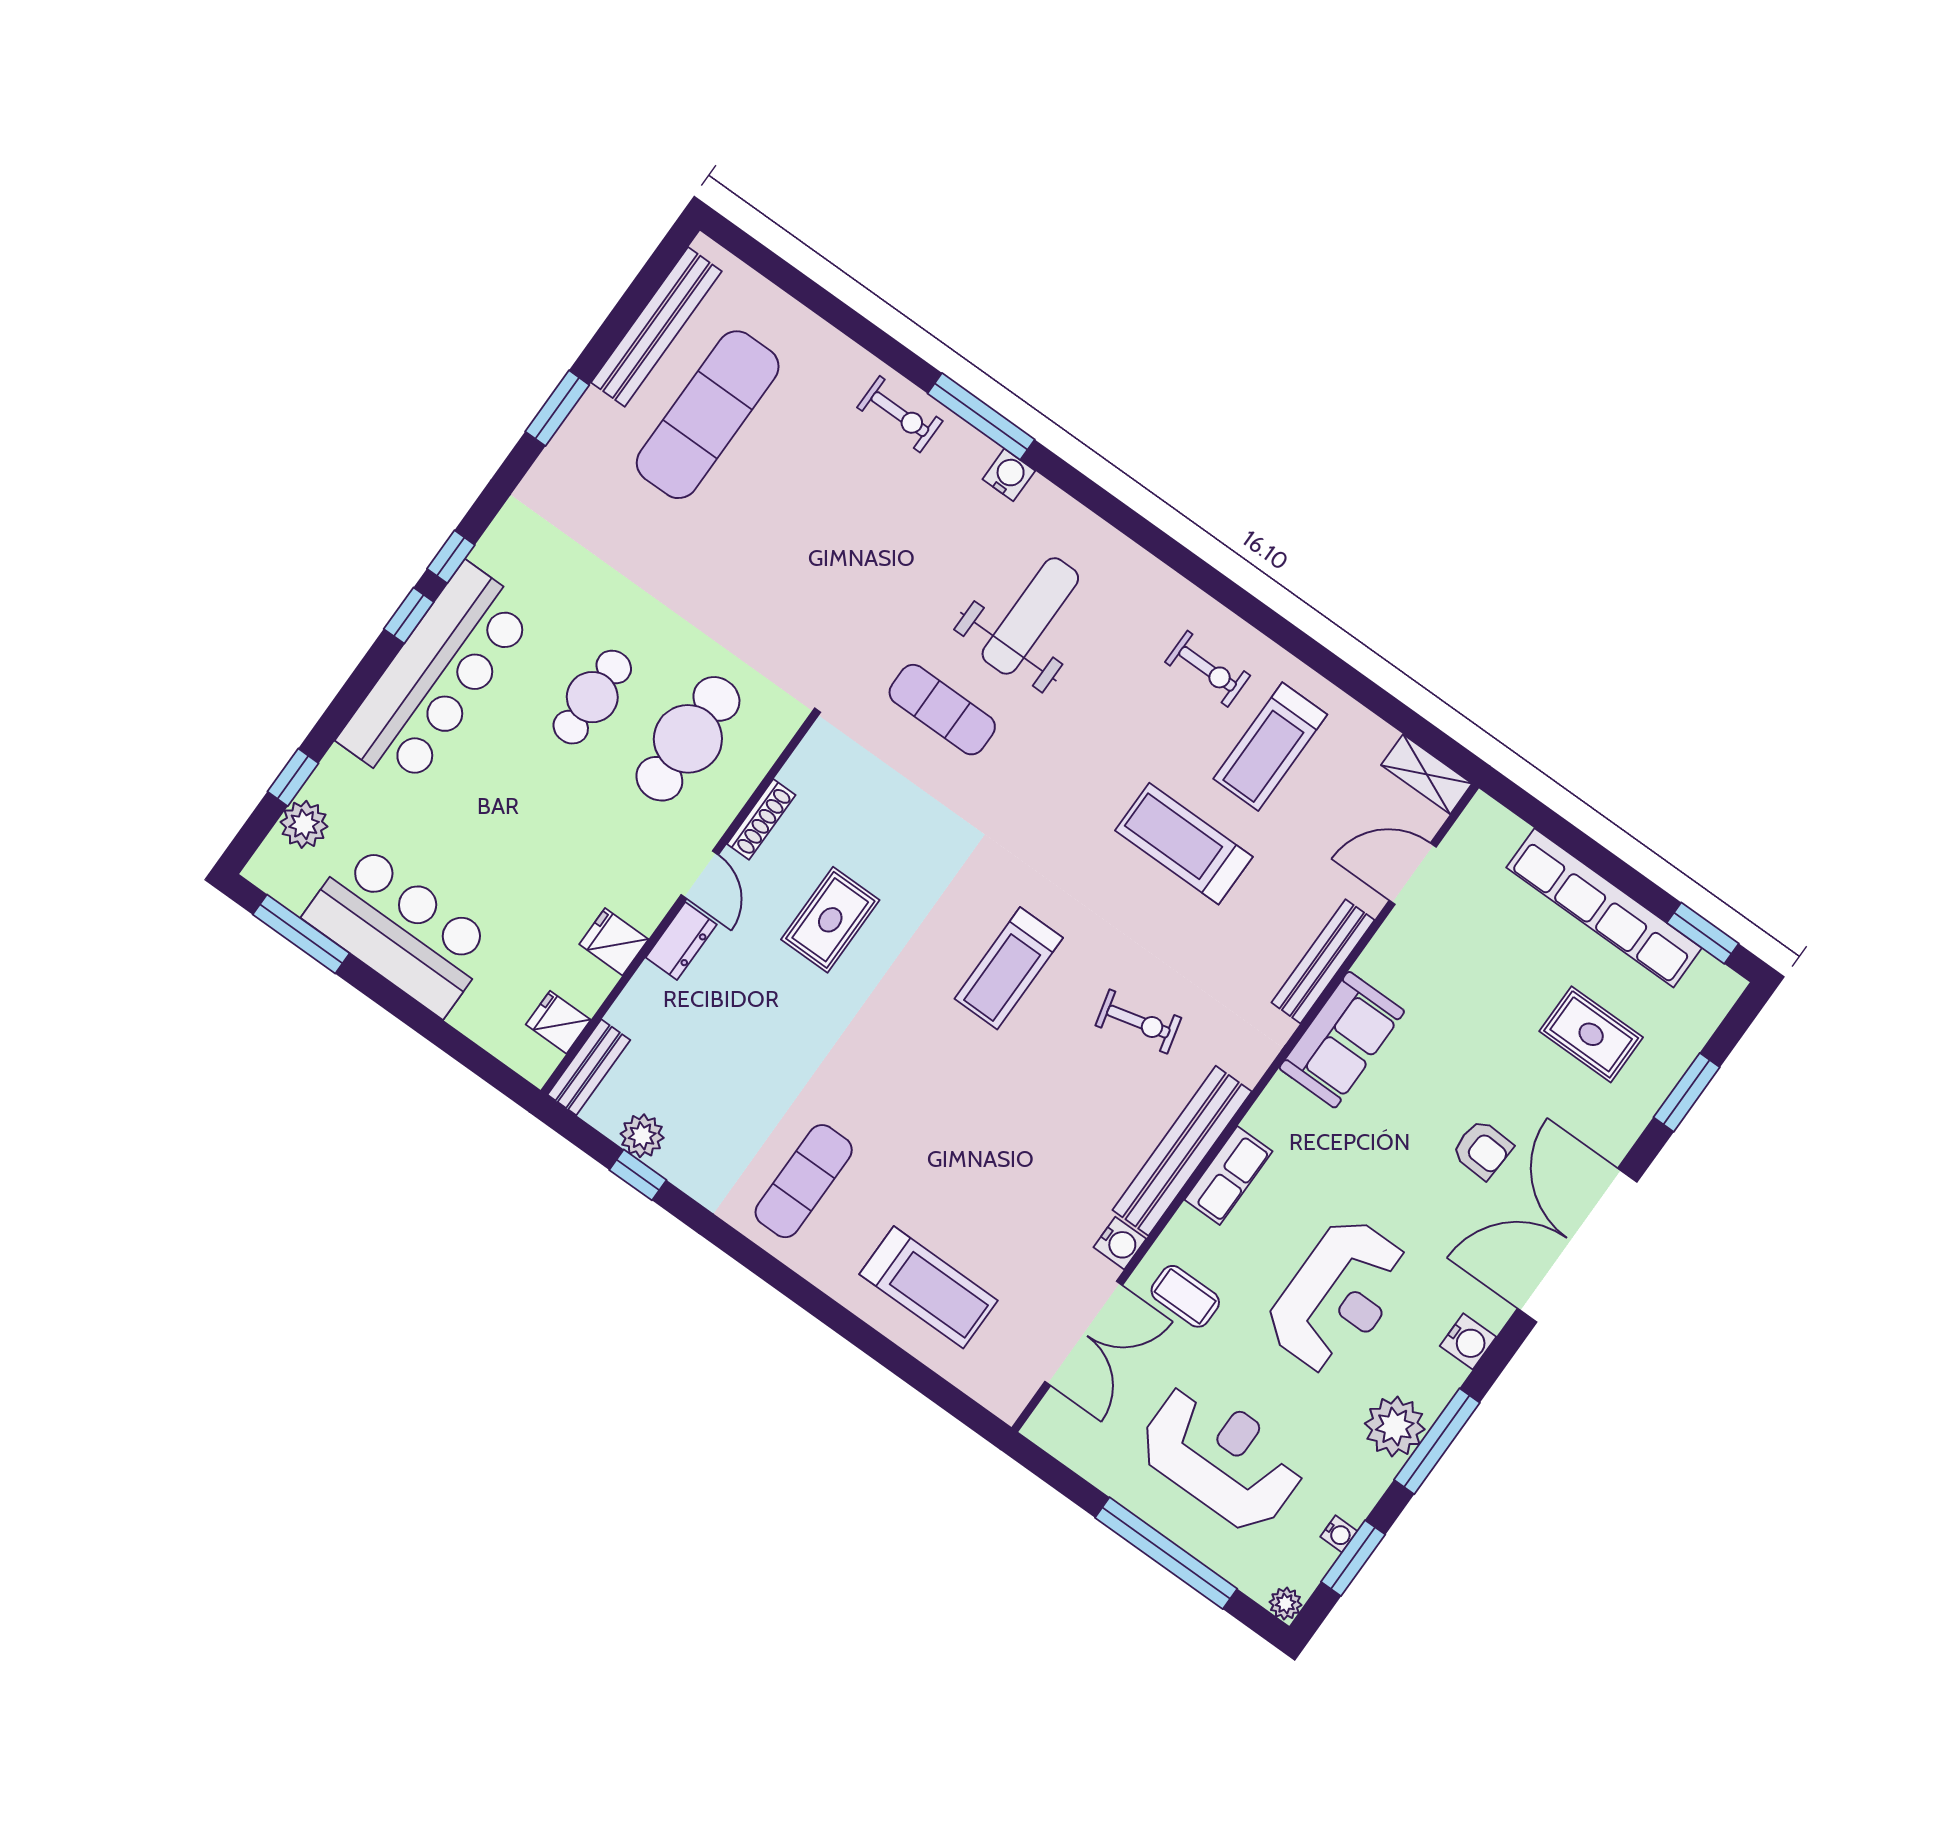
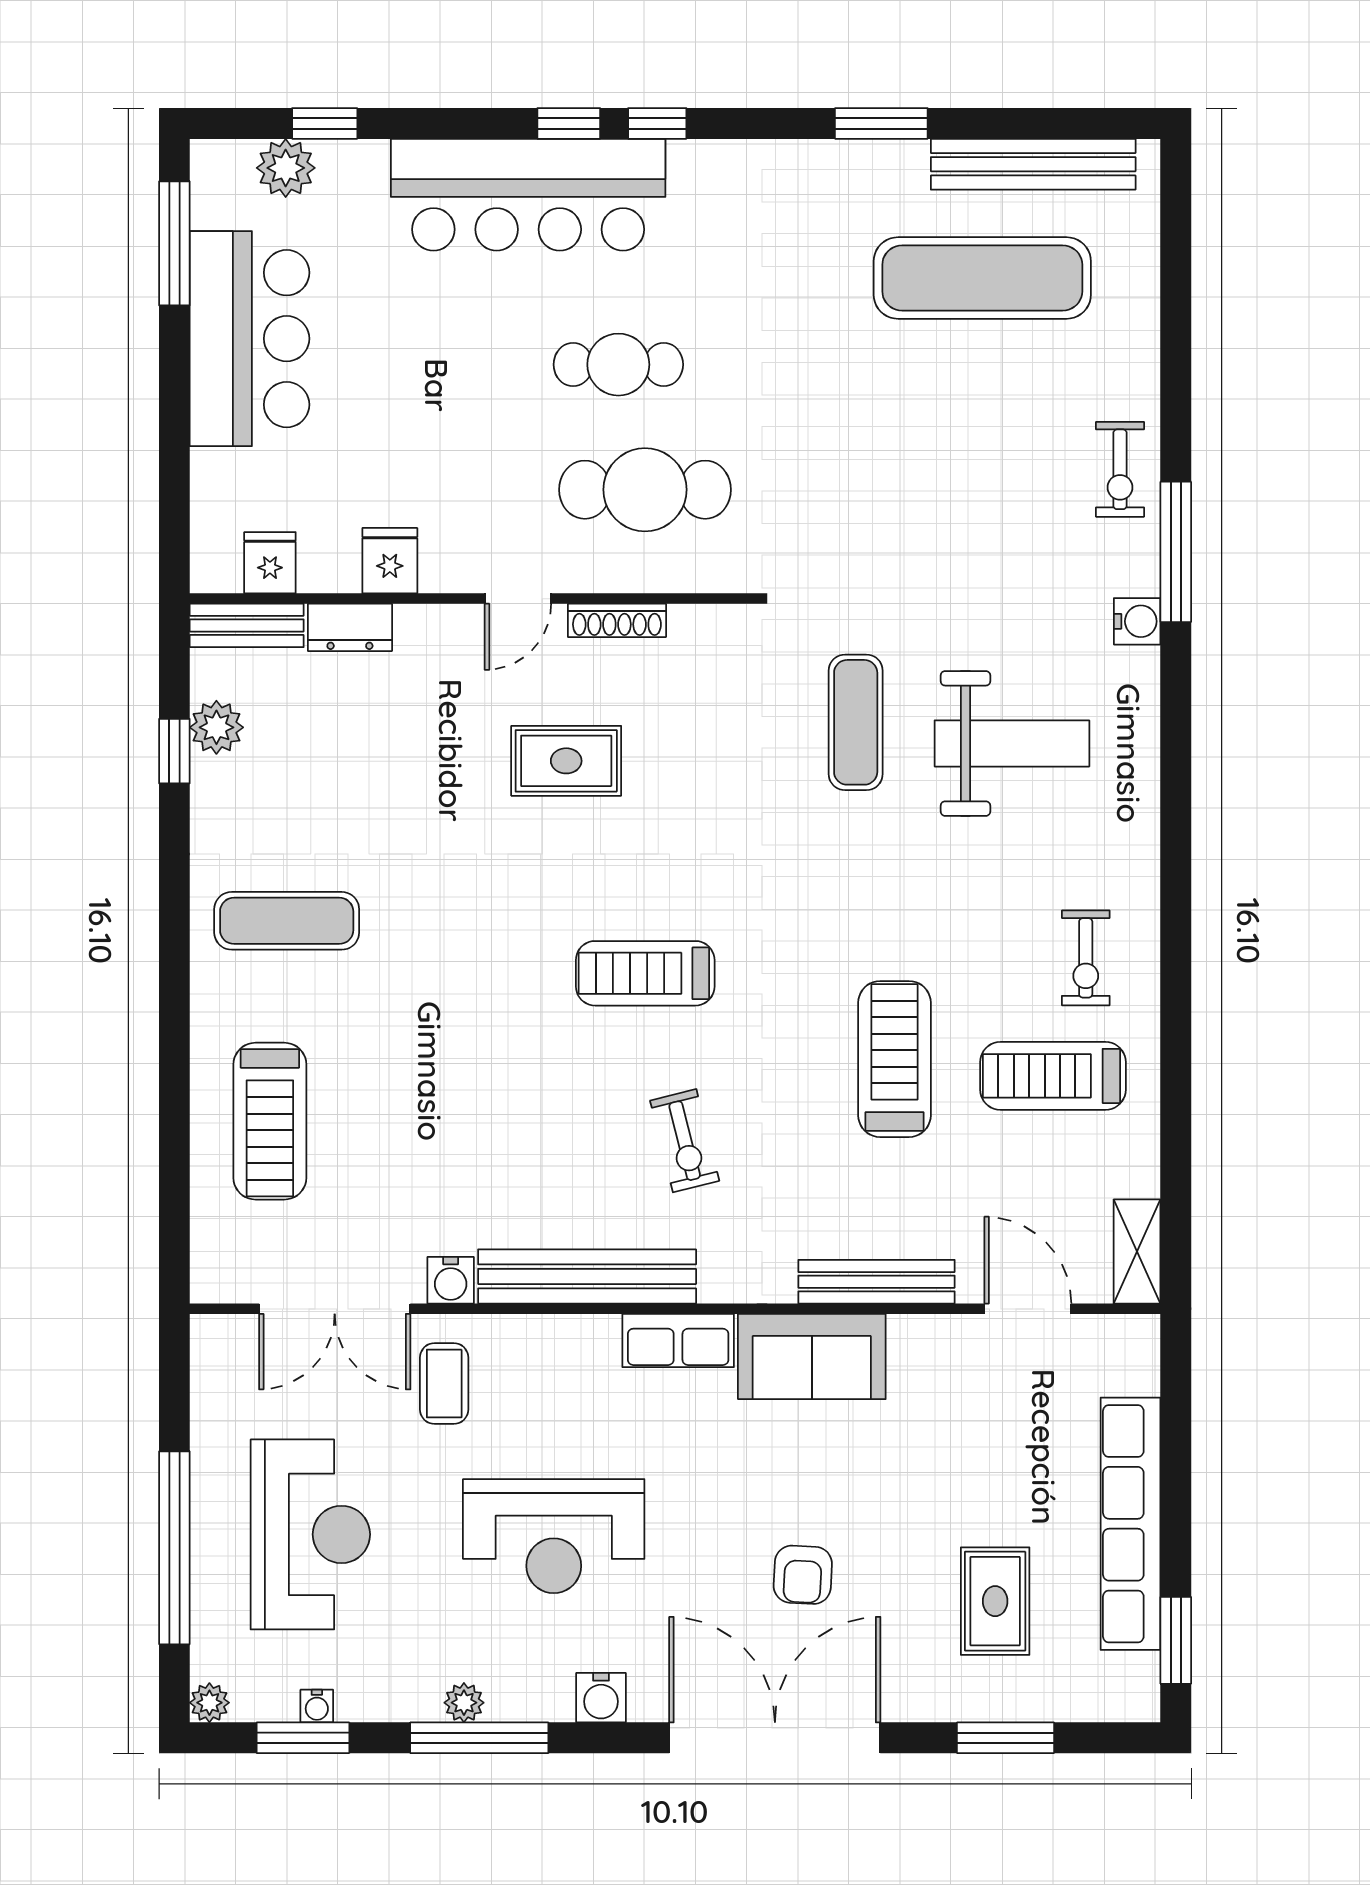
dresser: (681, 941) -> (350, 627), moved
row of seats: (1229, 1176) -> (678, 1340), moved
plant: (1395, 1426) -> (464, 1703), width x0.53, depth x0.53

